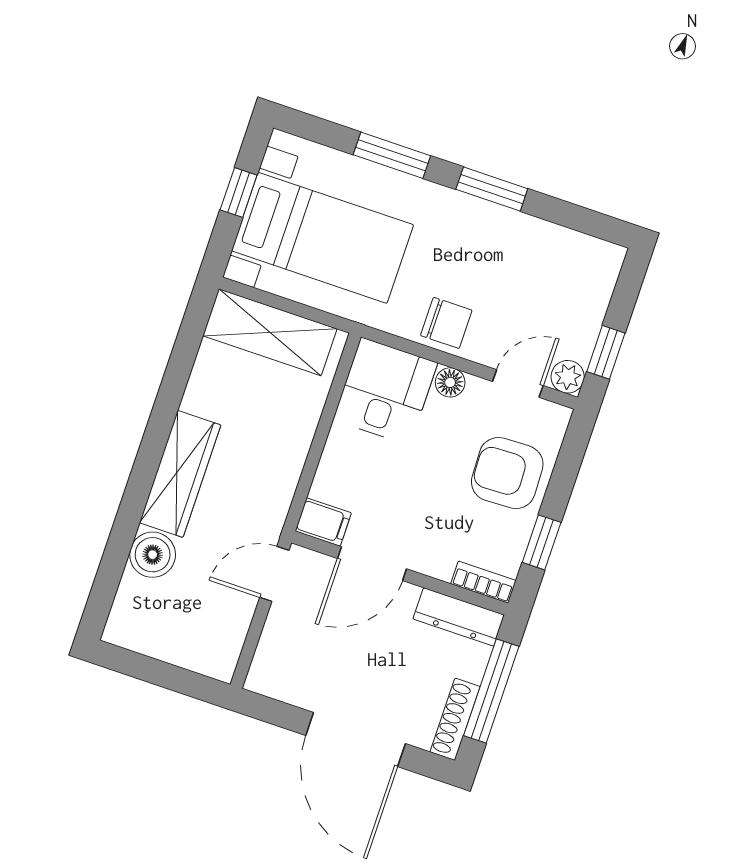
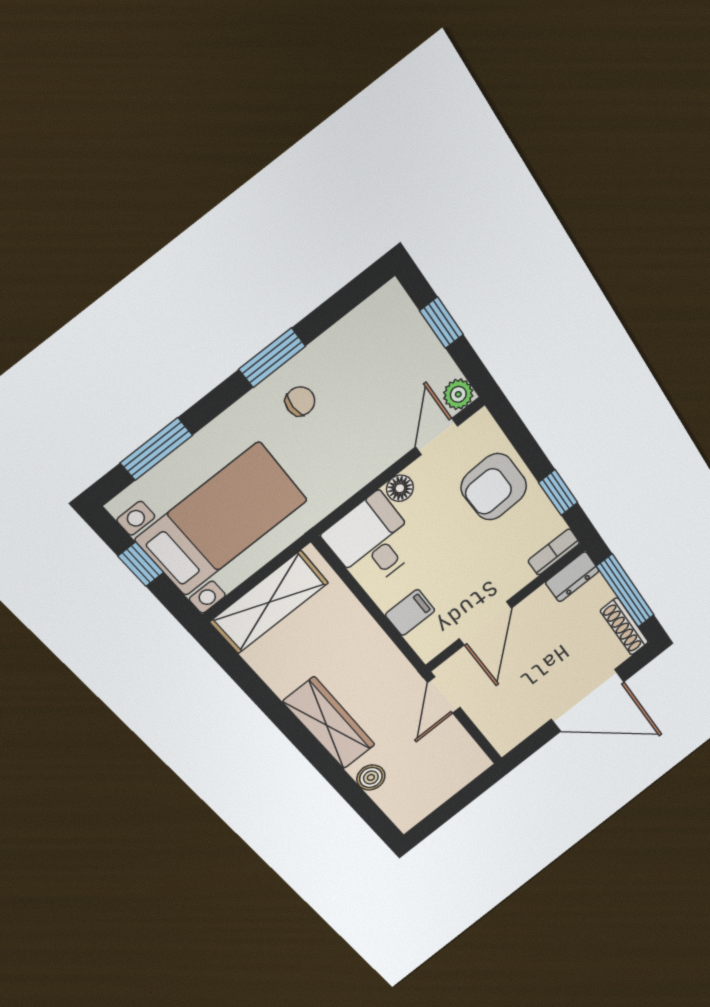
window: (392, 155) -> (156, 449), moved
chair: (446, 323) -> (300, 401), moved, width x0.73, depth x0.73
window: (606, 352) -> (442, 323), moved
filing cabinet: (323, 522) -> (410, 613), moved
boiler: (153, 555) -> (371, 777), width x0.73, depth x0.73
dresser: (459, 617) -> (572, 577), width x0.70

